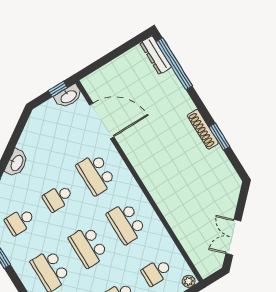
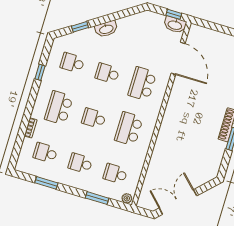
double door: (233, 237) -> (178, 202), width x1.37
school desk: (88, 247) -> (94, 118), width x0.54

